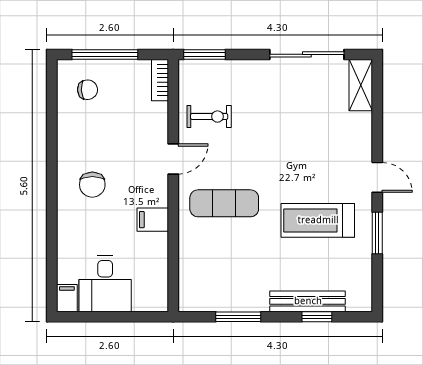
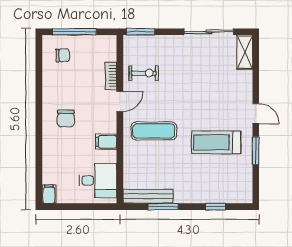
bookcase: (160, 80) -> (111, 76), moved
desk: (105, 284) -> (98, 181), moved, turned -90
bench: (308, 301) -> (148, 196), moved

